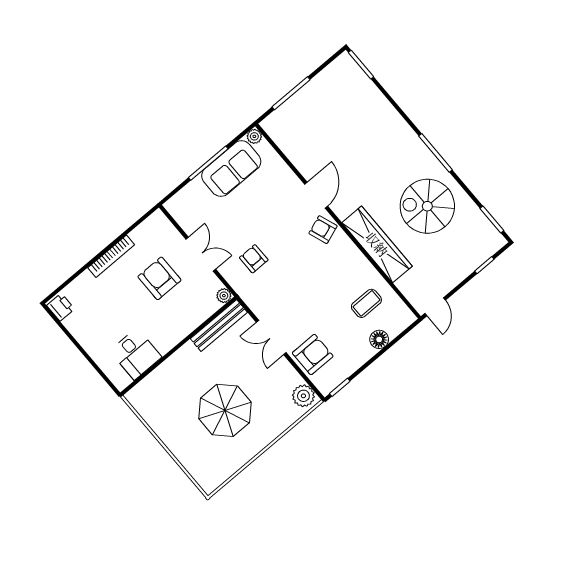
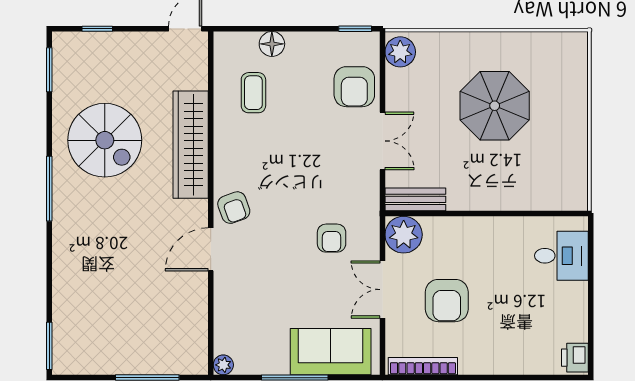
sofa: (231, 169) -> (331, 352), moved
bookcase: (111, 256) -> (423, 366), moved
plant: (224, 296) -> (404, 235), width x1.87, depth x1.87
coffee table: (366, 303) -> (253, 93), turned 90
bench: (219, 326) -> (415, 199), width x0.73
desk: (136, 354) -> (561, 256), moved, turned 90
armchair: (313, 355) -> (354, 87), turned -90

